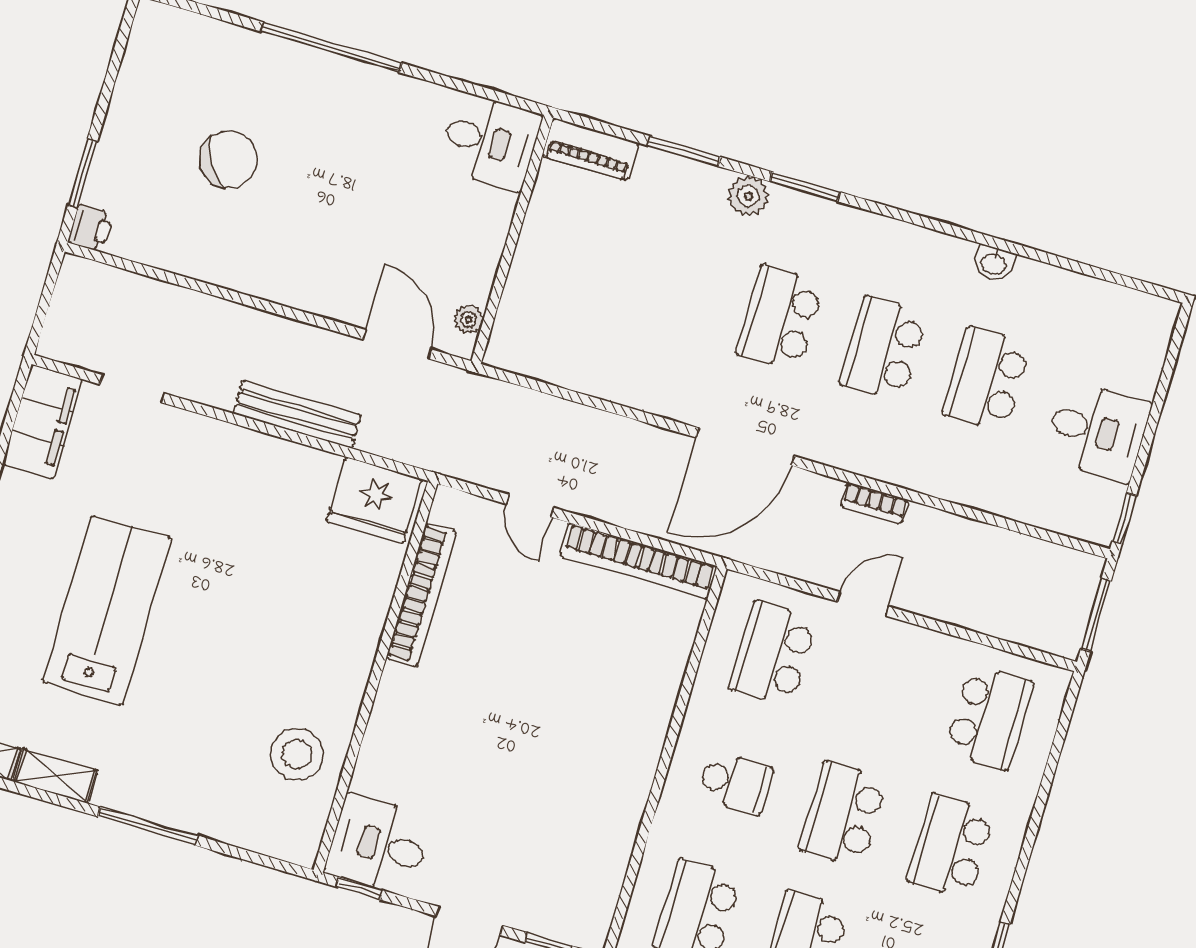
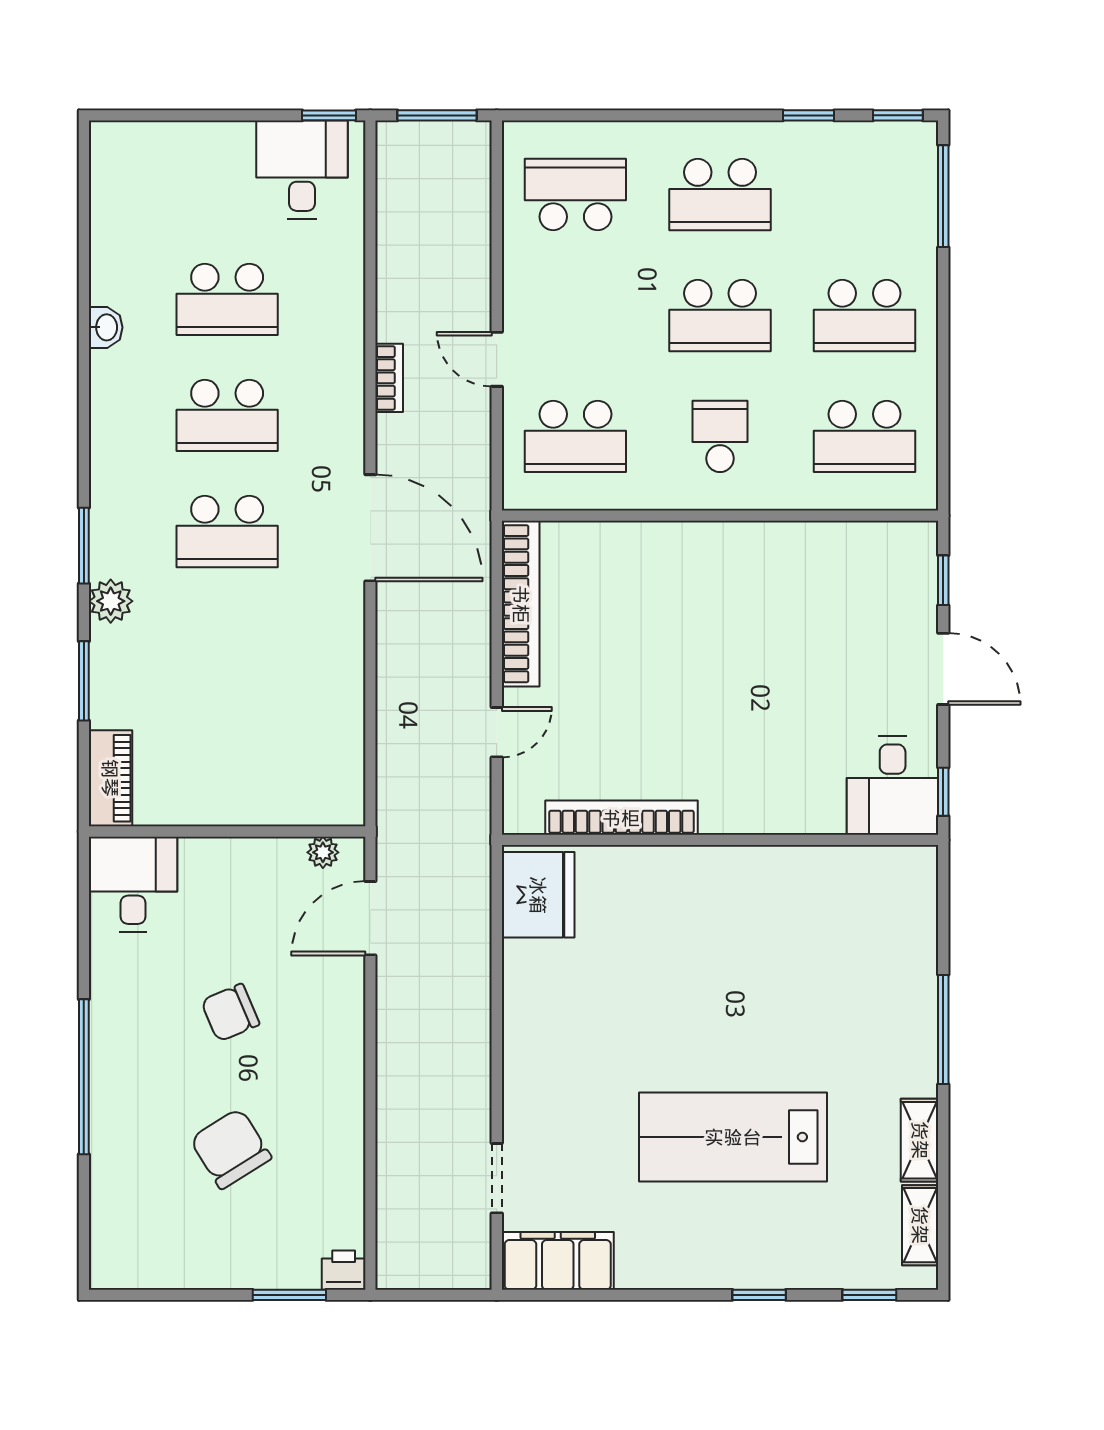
chair: (350, 195) -> (230, 1013), added
bench: (297, 414) -> (473, 1000), removed
desk: (1097, 431) -> (302, 170), moved
stool: (297, 754) -> (824, 897), removed

